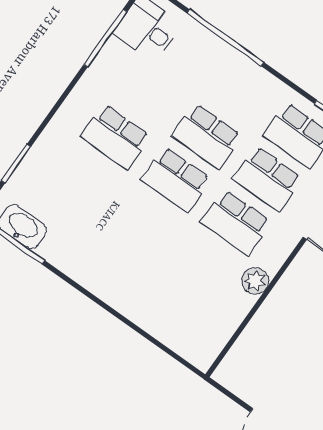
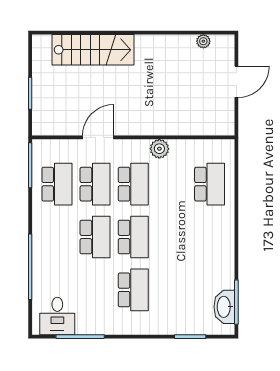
school desk: (174, 309) -> (210, 184), added

